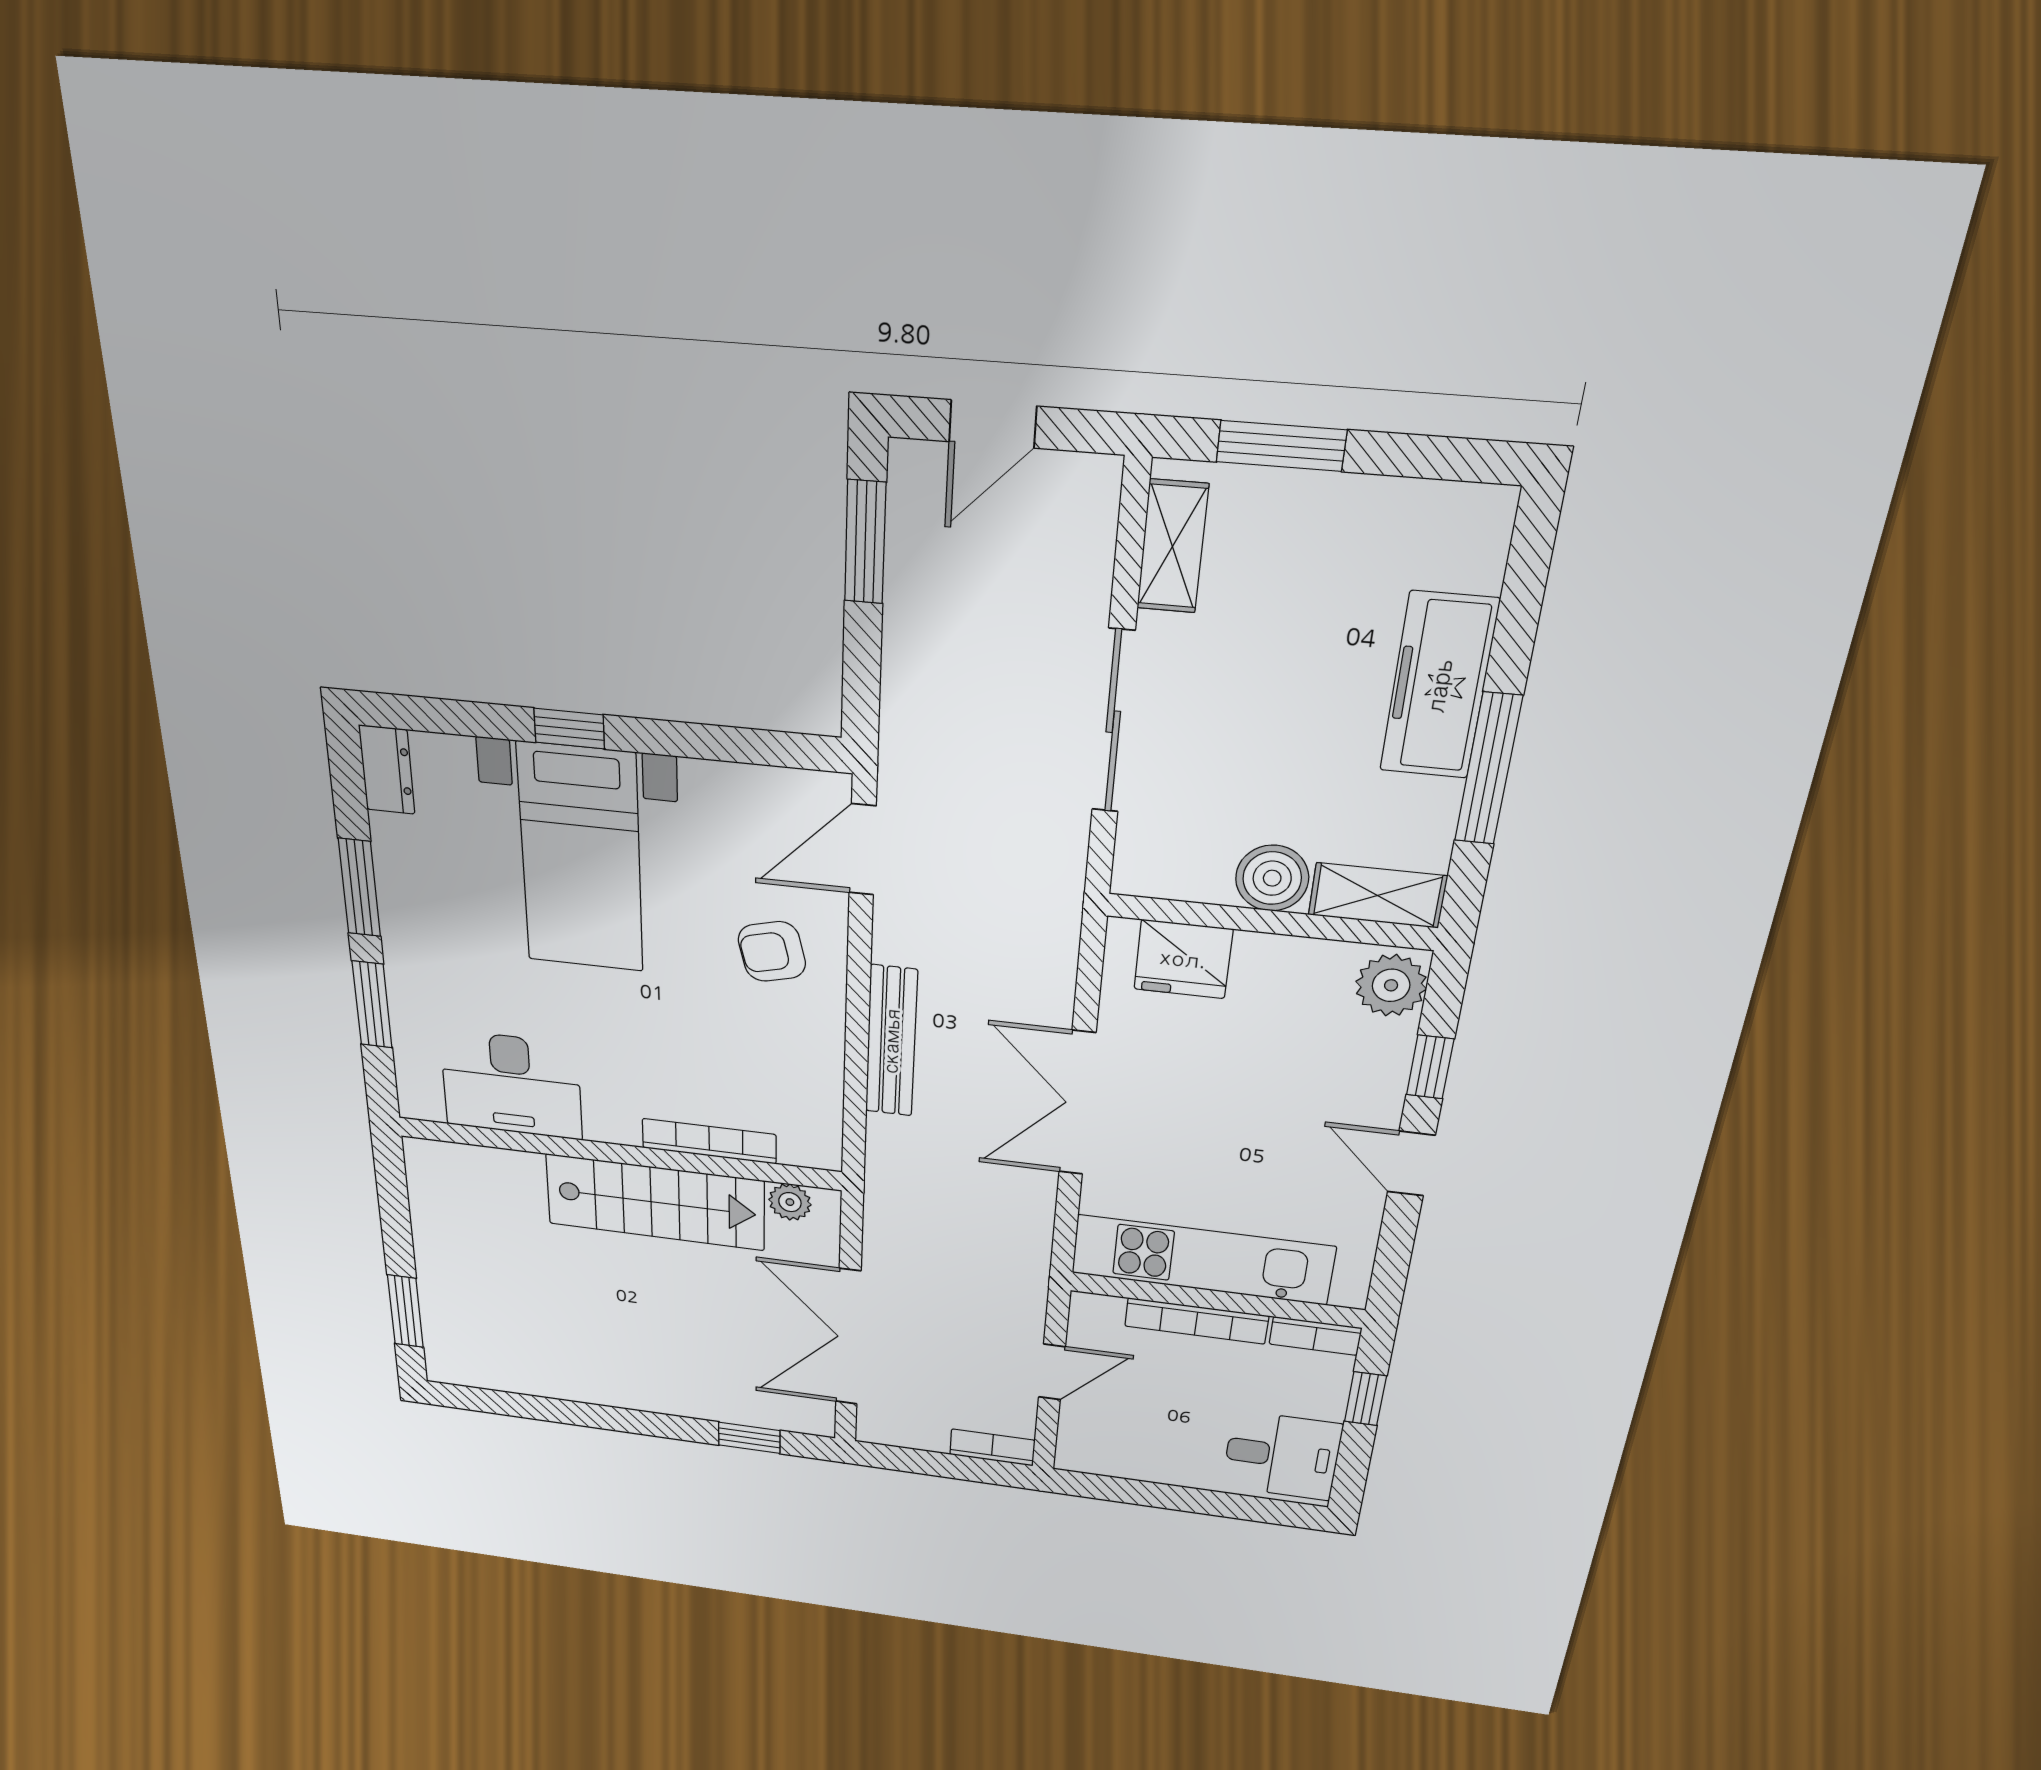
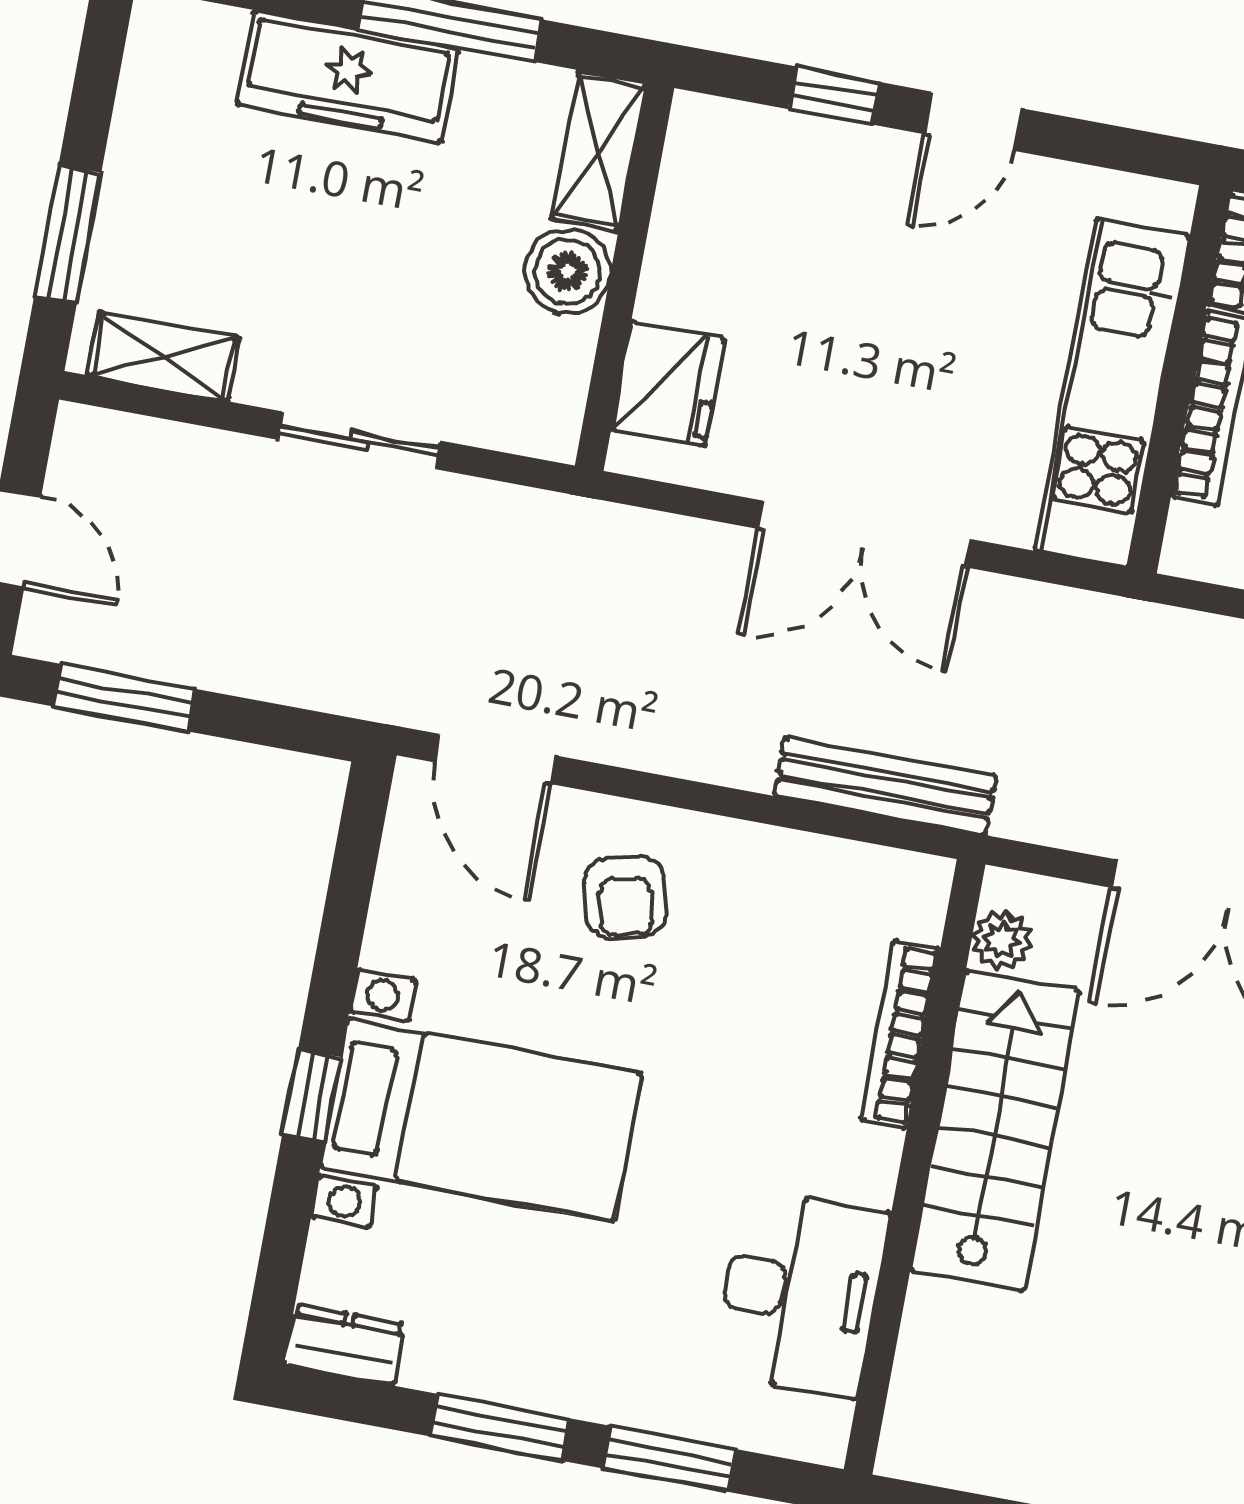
sliding door: (1113, 722) -> (359, 440), width x0.73
plant: (1391, 985) -> (718, 139), removed
bench: (891, 1041) -> (885, 786), moved

